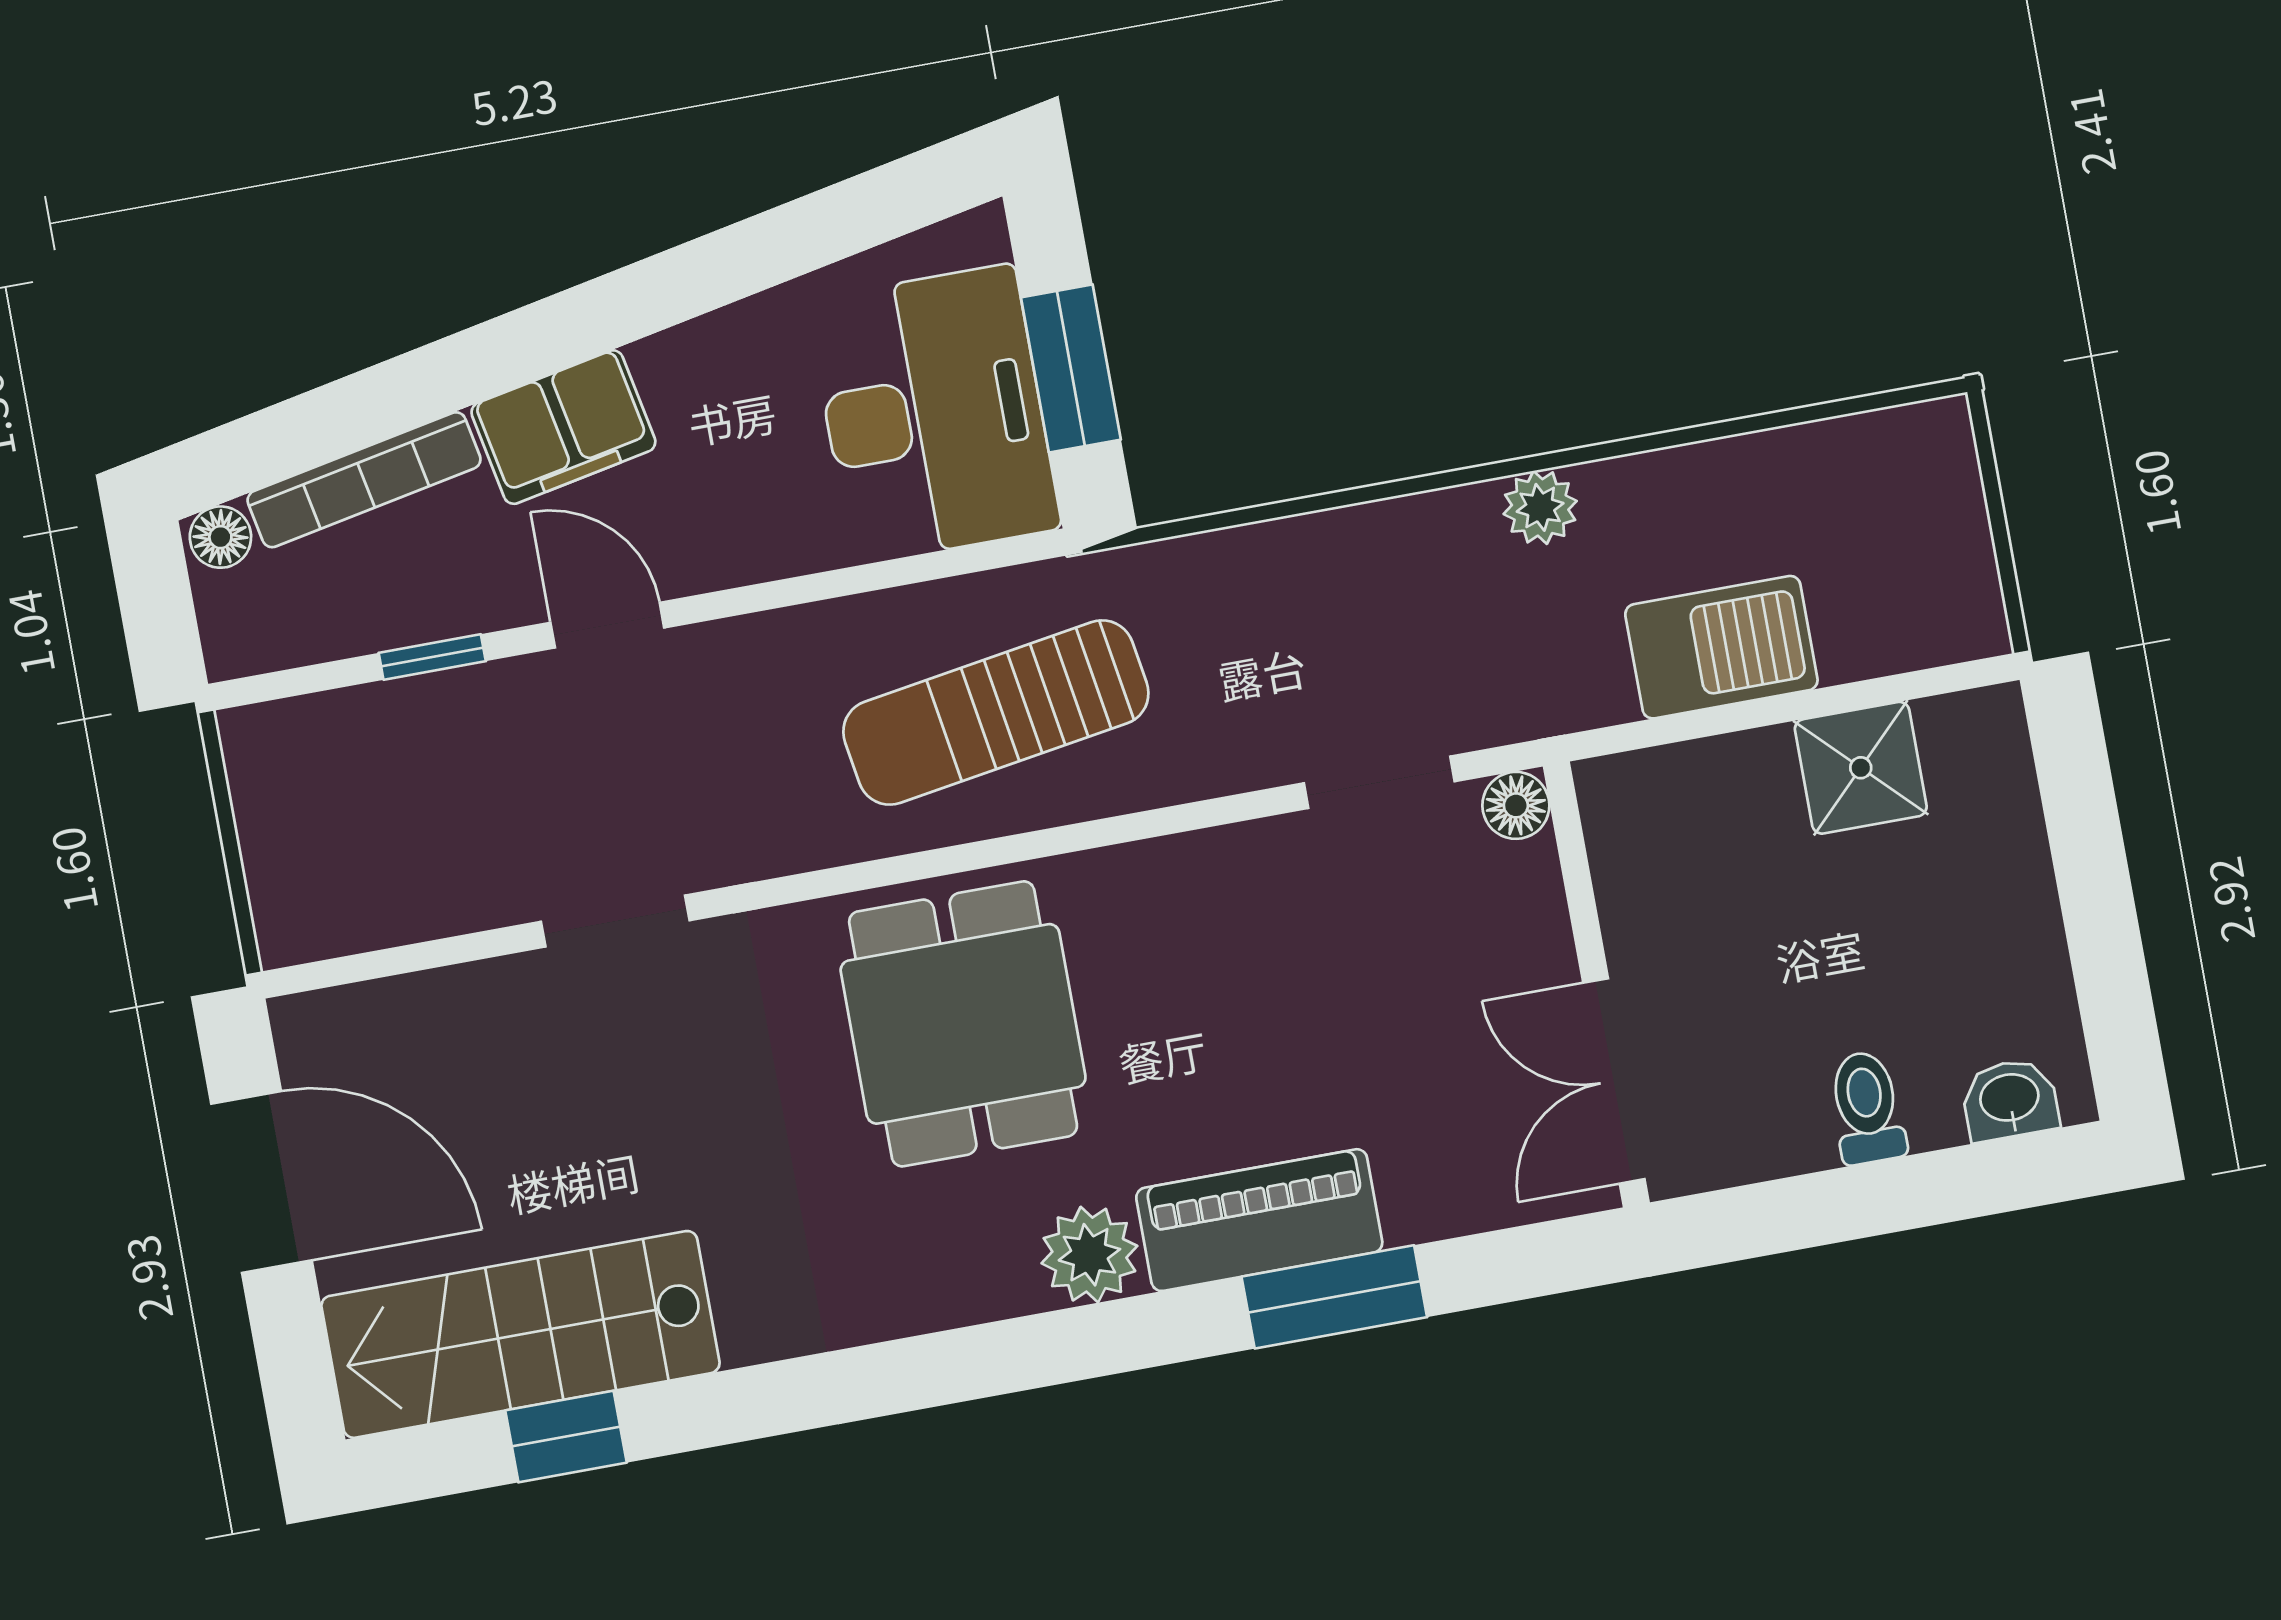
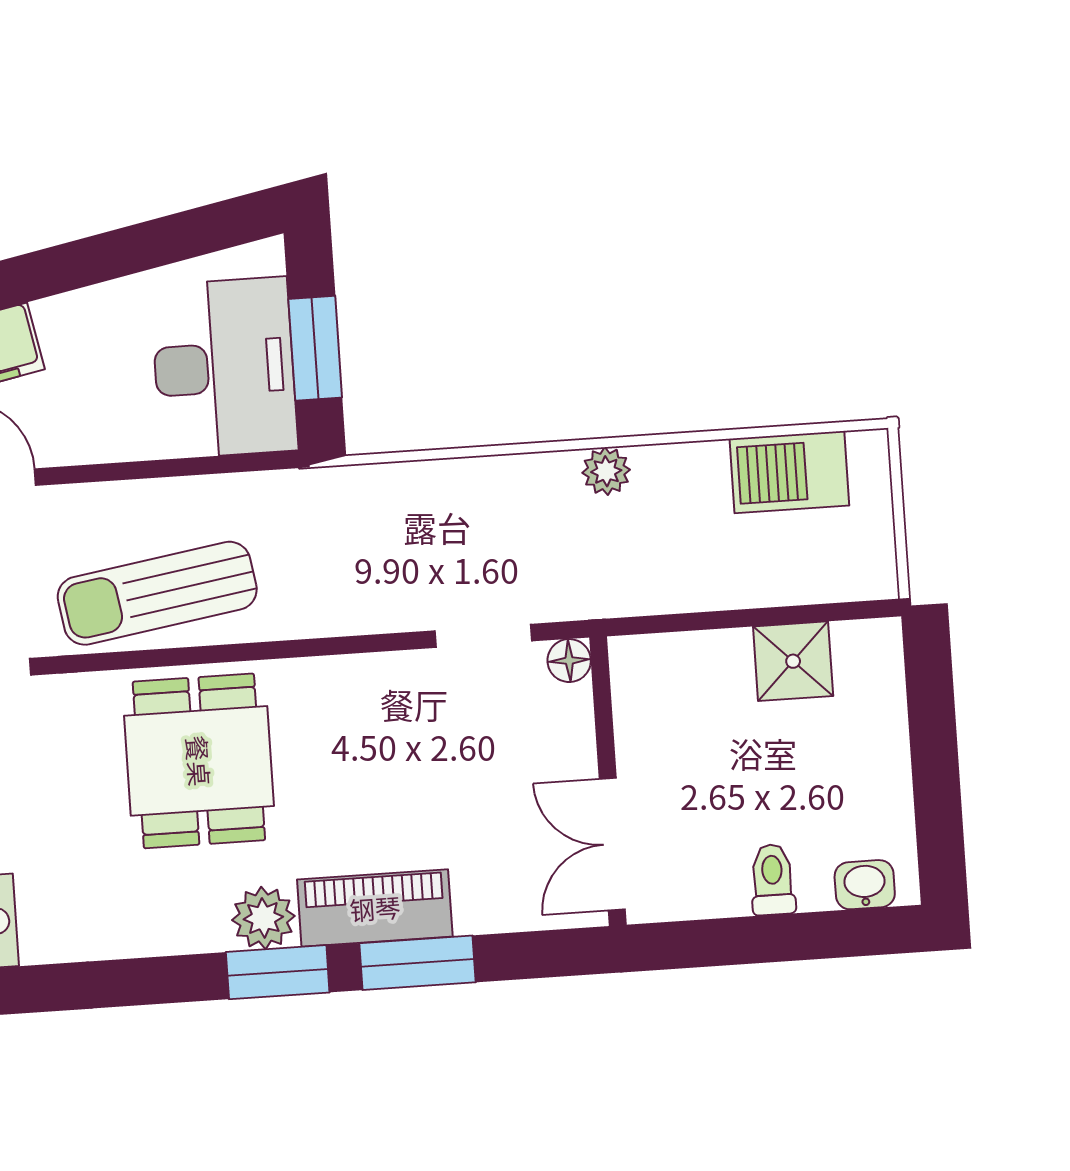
barbecue: (1721, 647) -> (789, 472), moved, turned 180
sun lounger: (996, 712) -> (157, 593), moved
window: (1121, 1336) -> (278, 972), added

